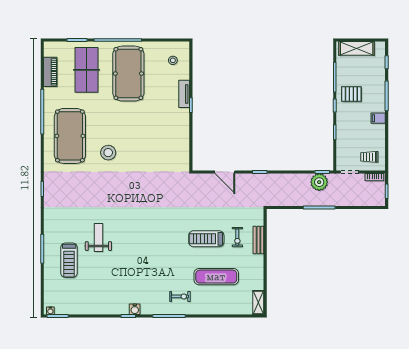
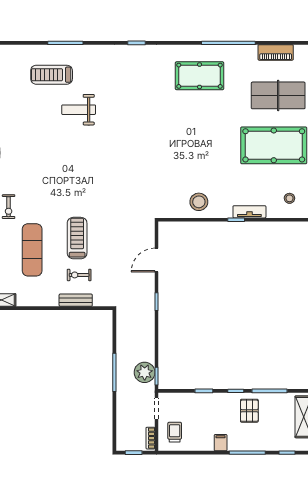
pool table: (70, 136) -> (200, 76), width x0.73, depth x0.76
stool: (108, 153) -> (199, 202), moved
weight bench: (98, 238) -> (79, 110), turned 180

